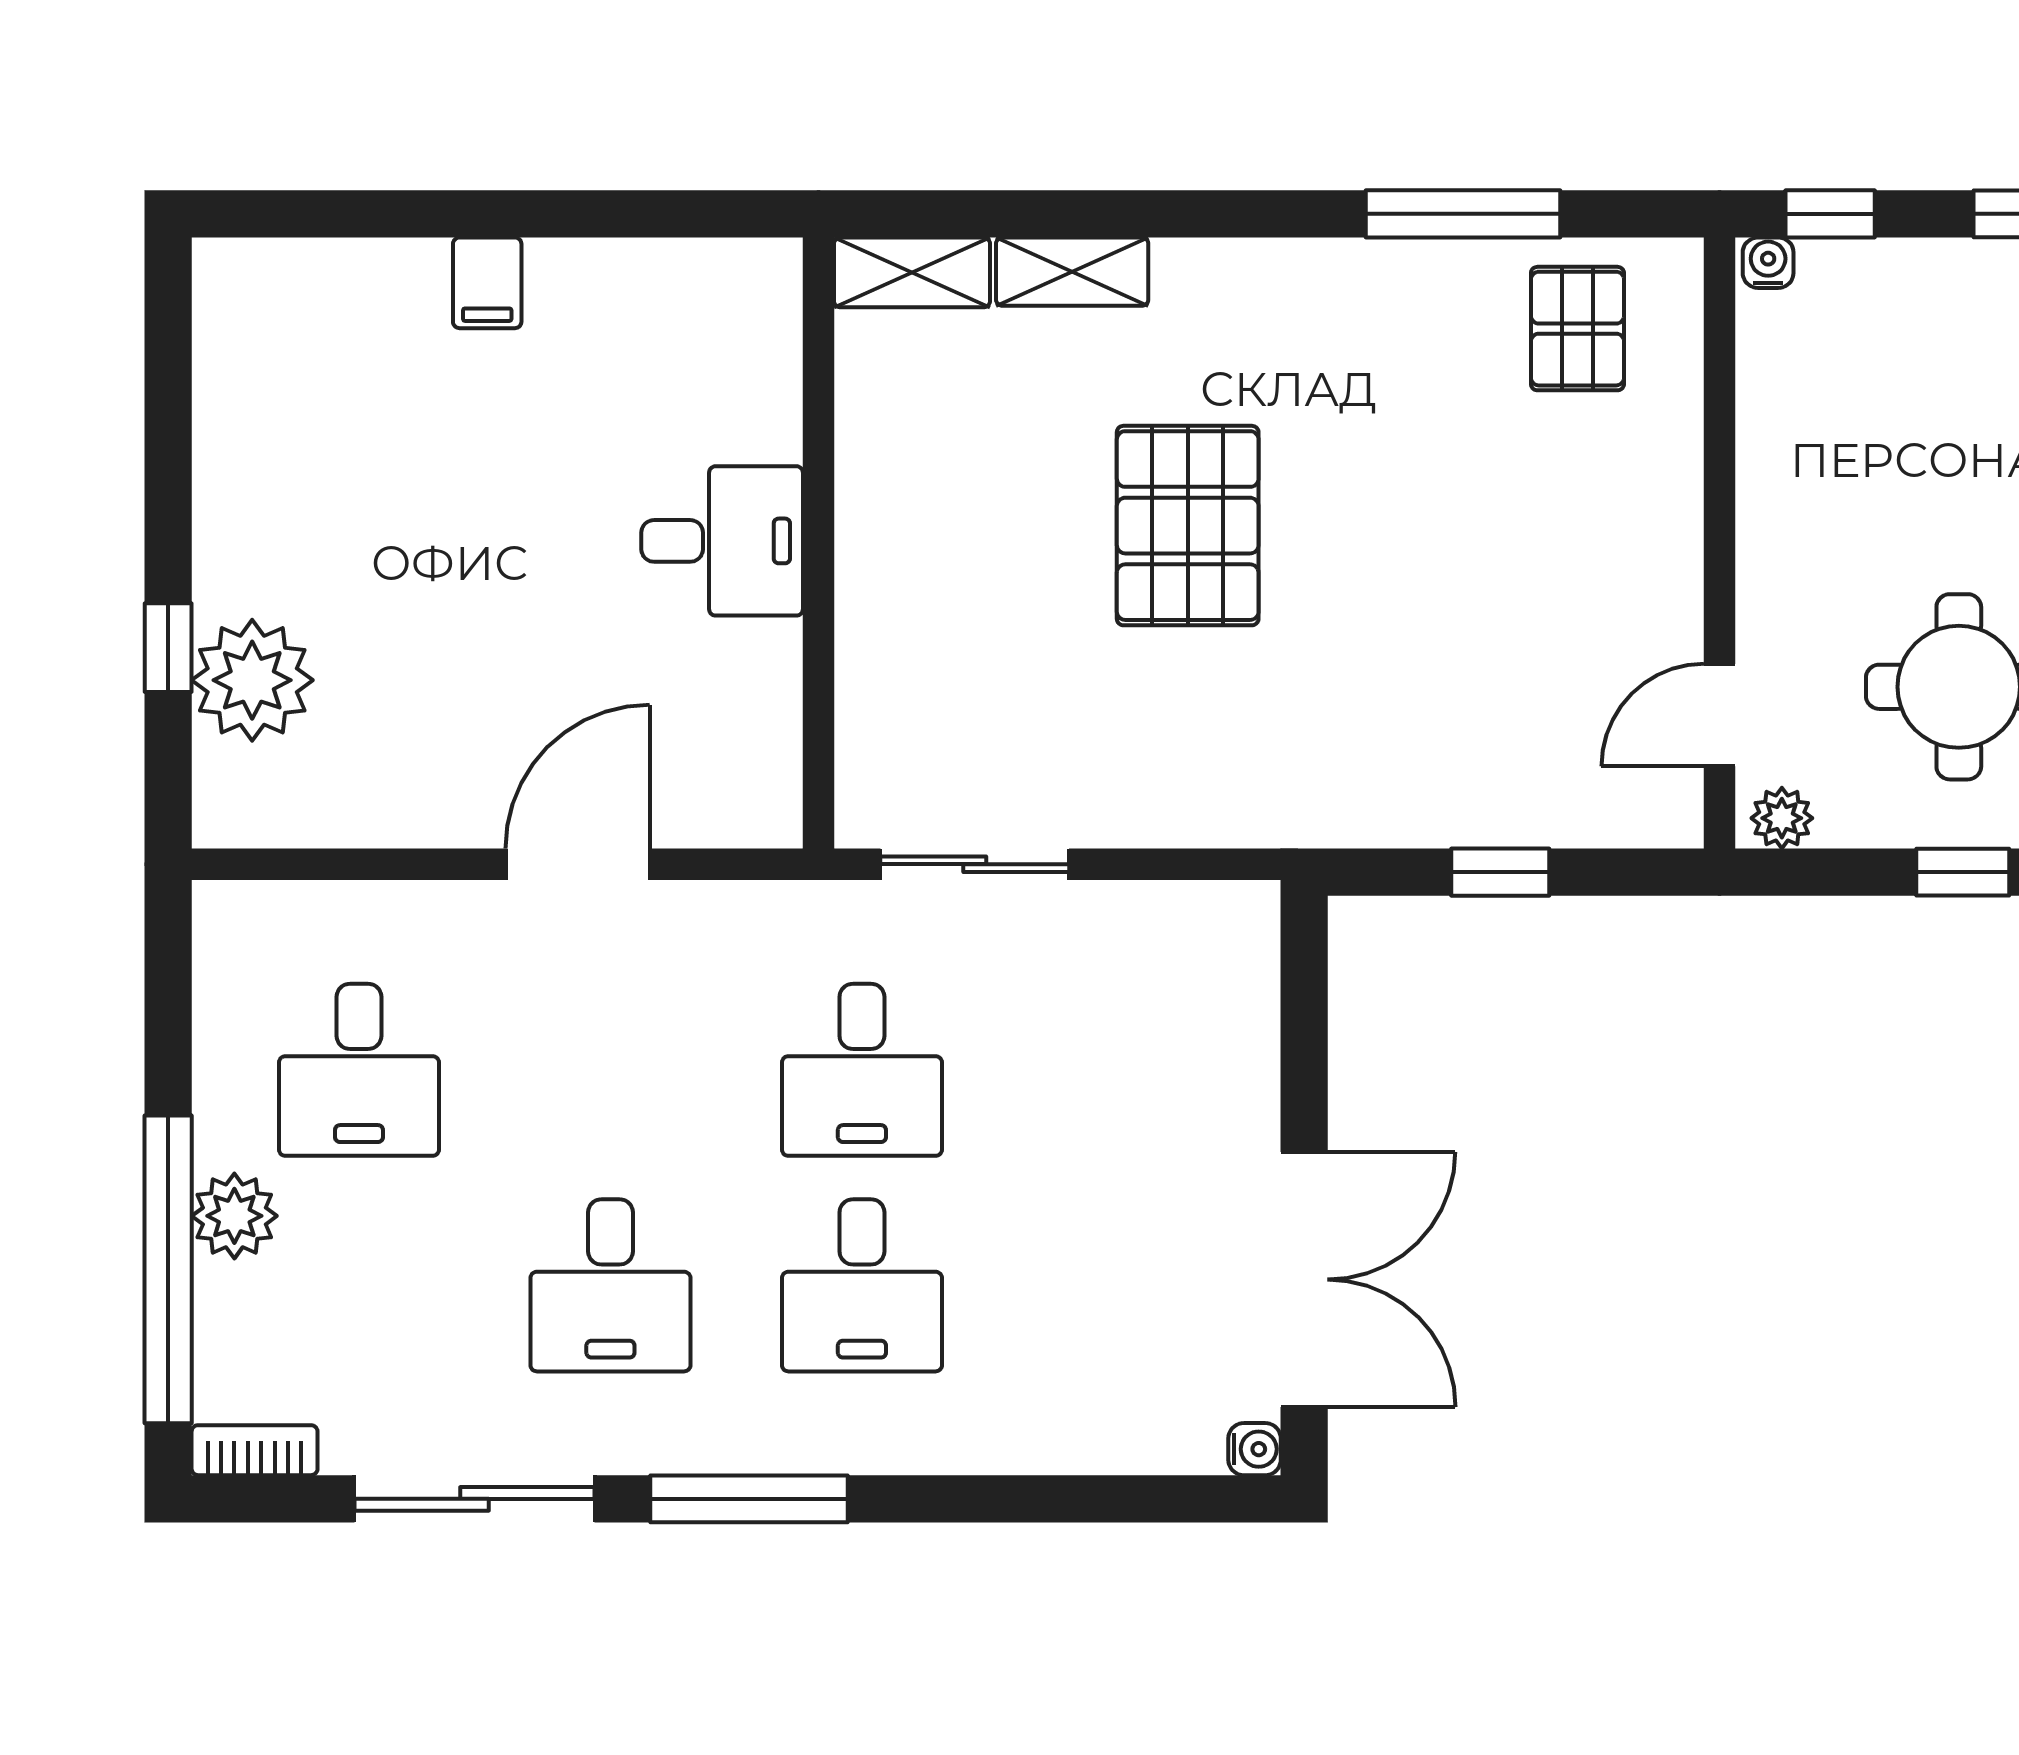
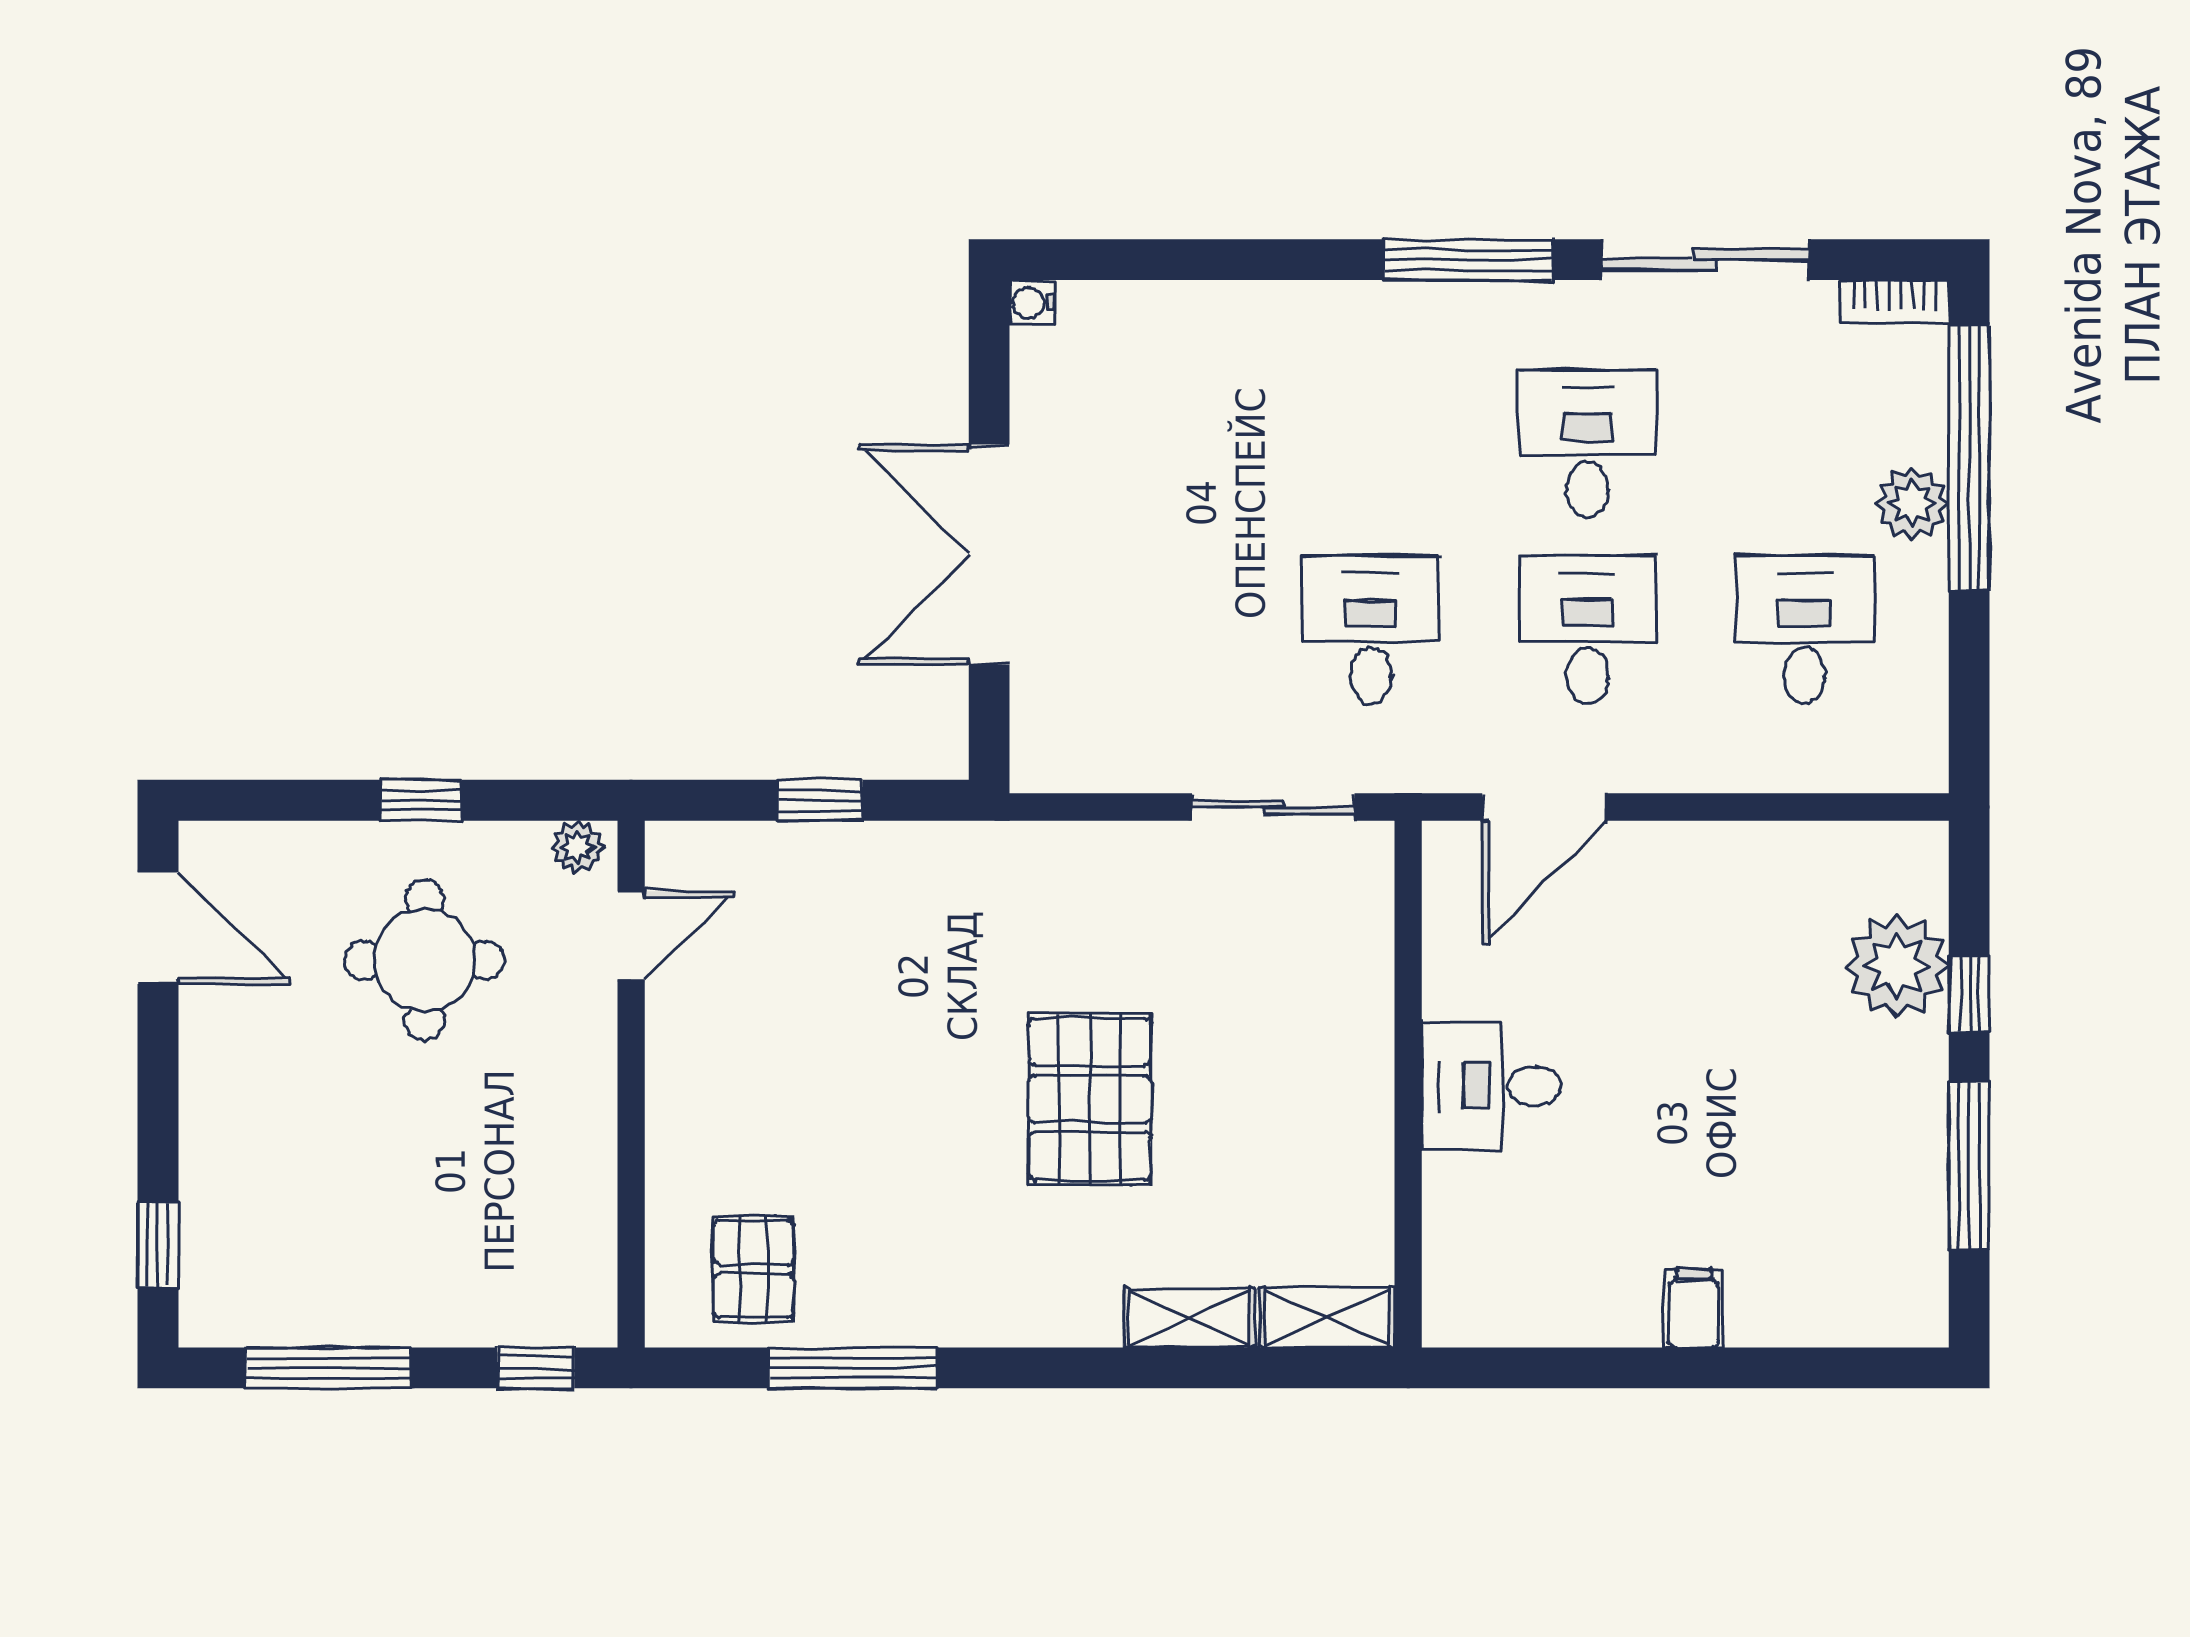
water cooler: (1768, 263) -> (589, 1326), removed
window: (168, 449) -> (1969, 1165), added
door: (578, 864) -> (1544, 807), moved
double door: (1304, 1279) -> (989, 554), moved
desk: (862, 1285) -> (1588, 630), moved

